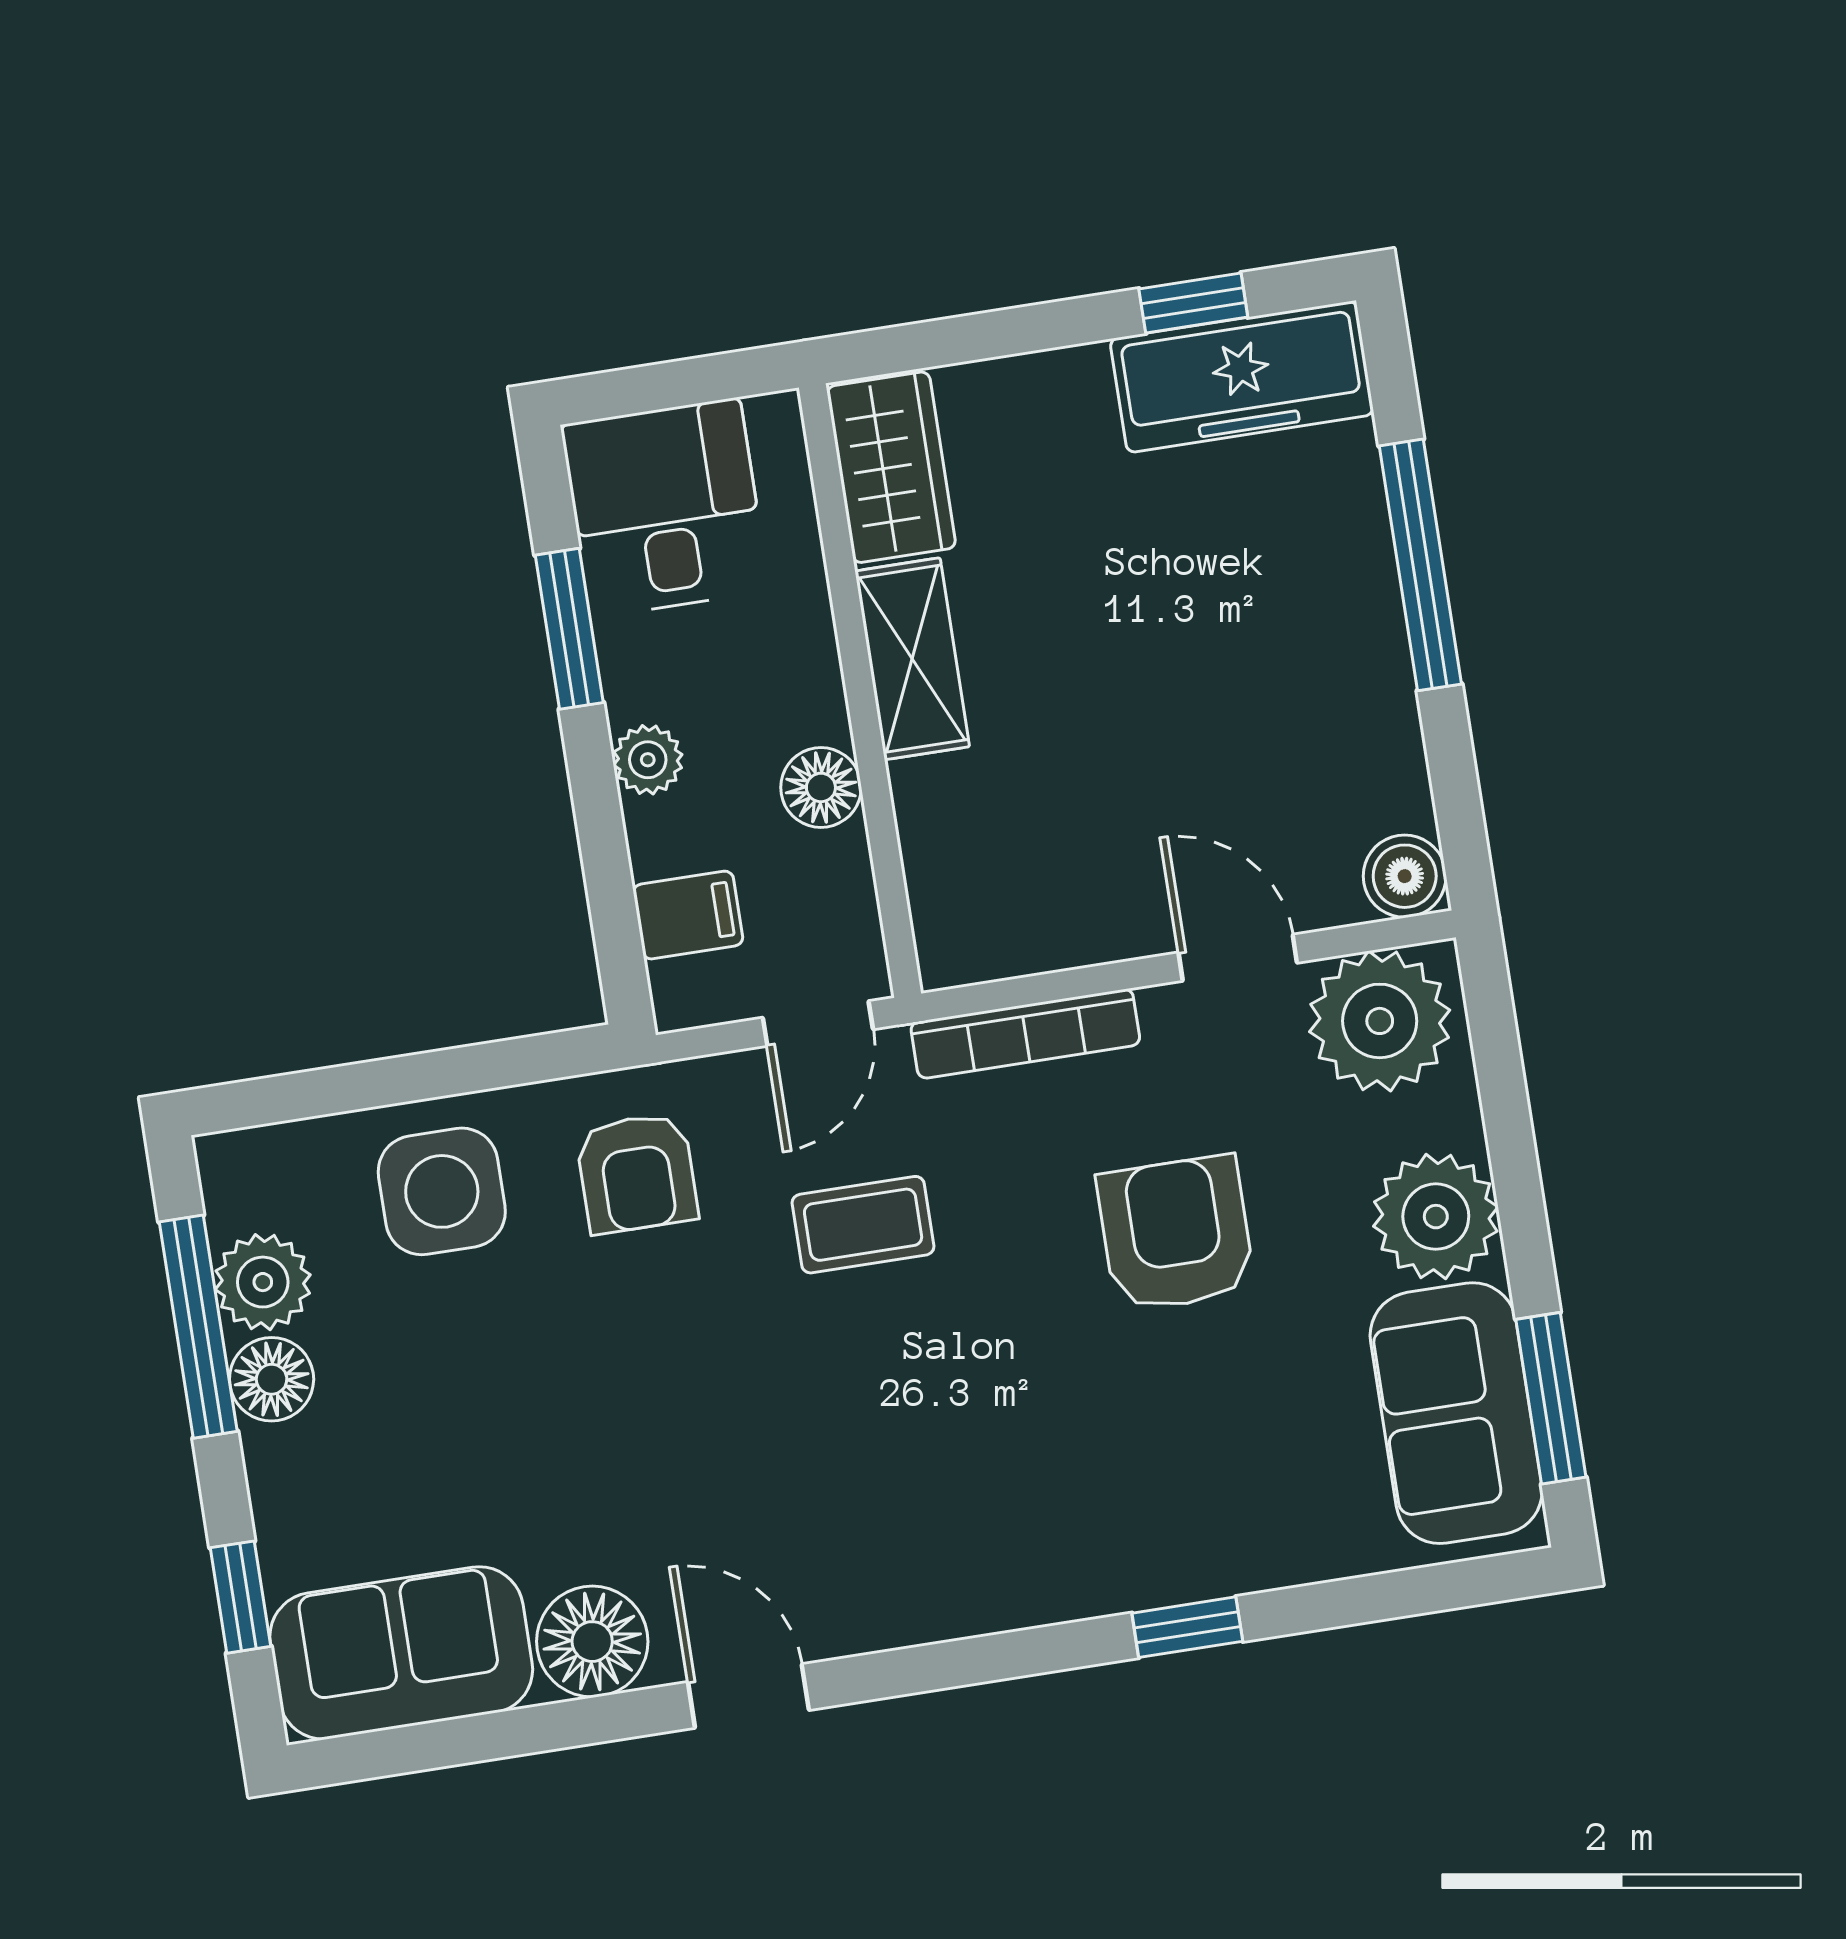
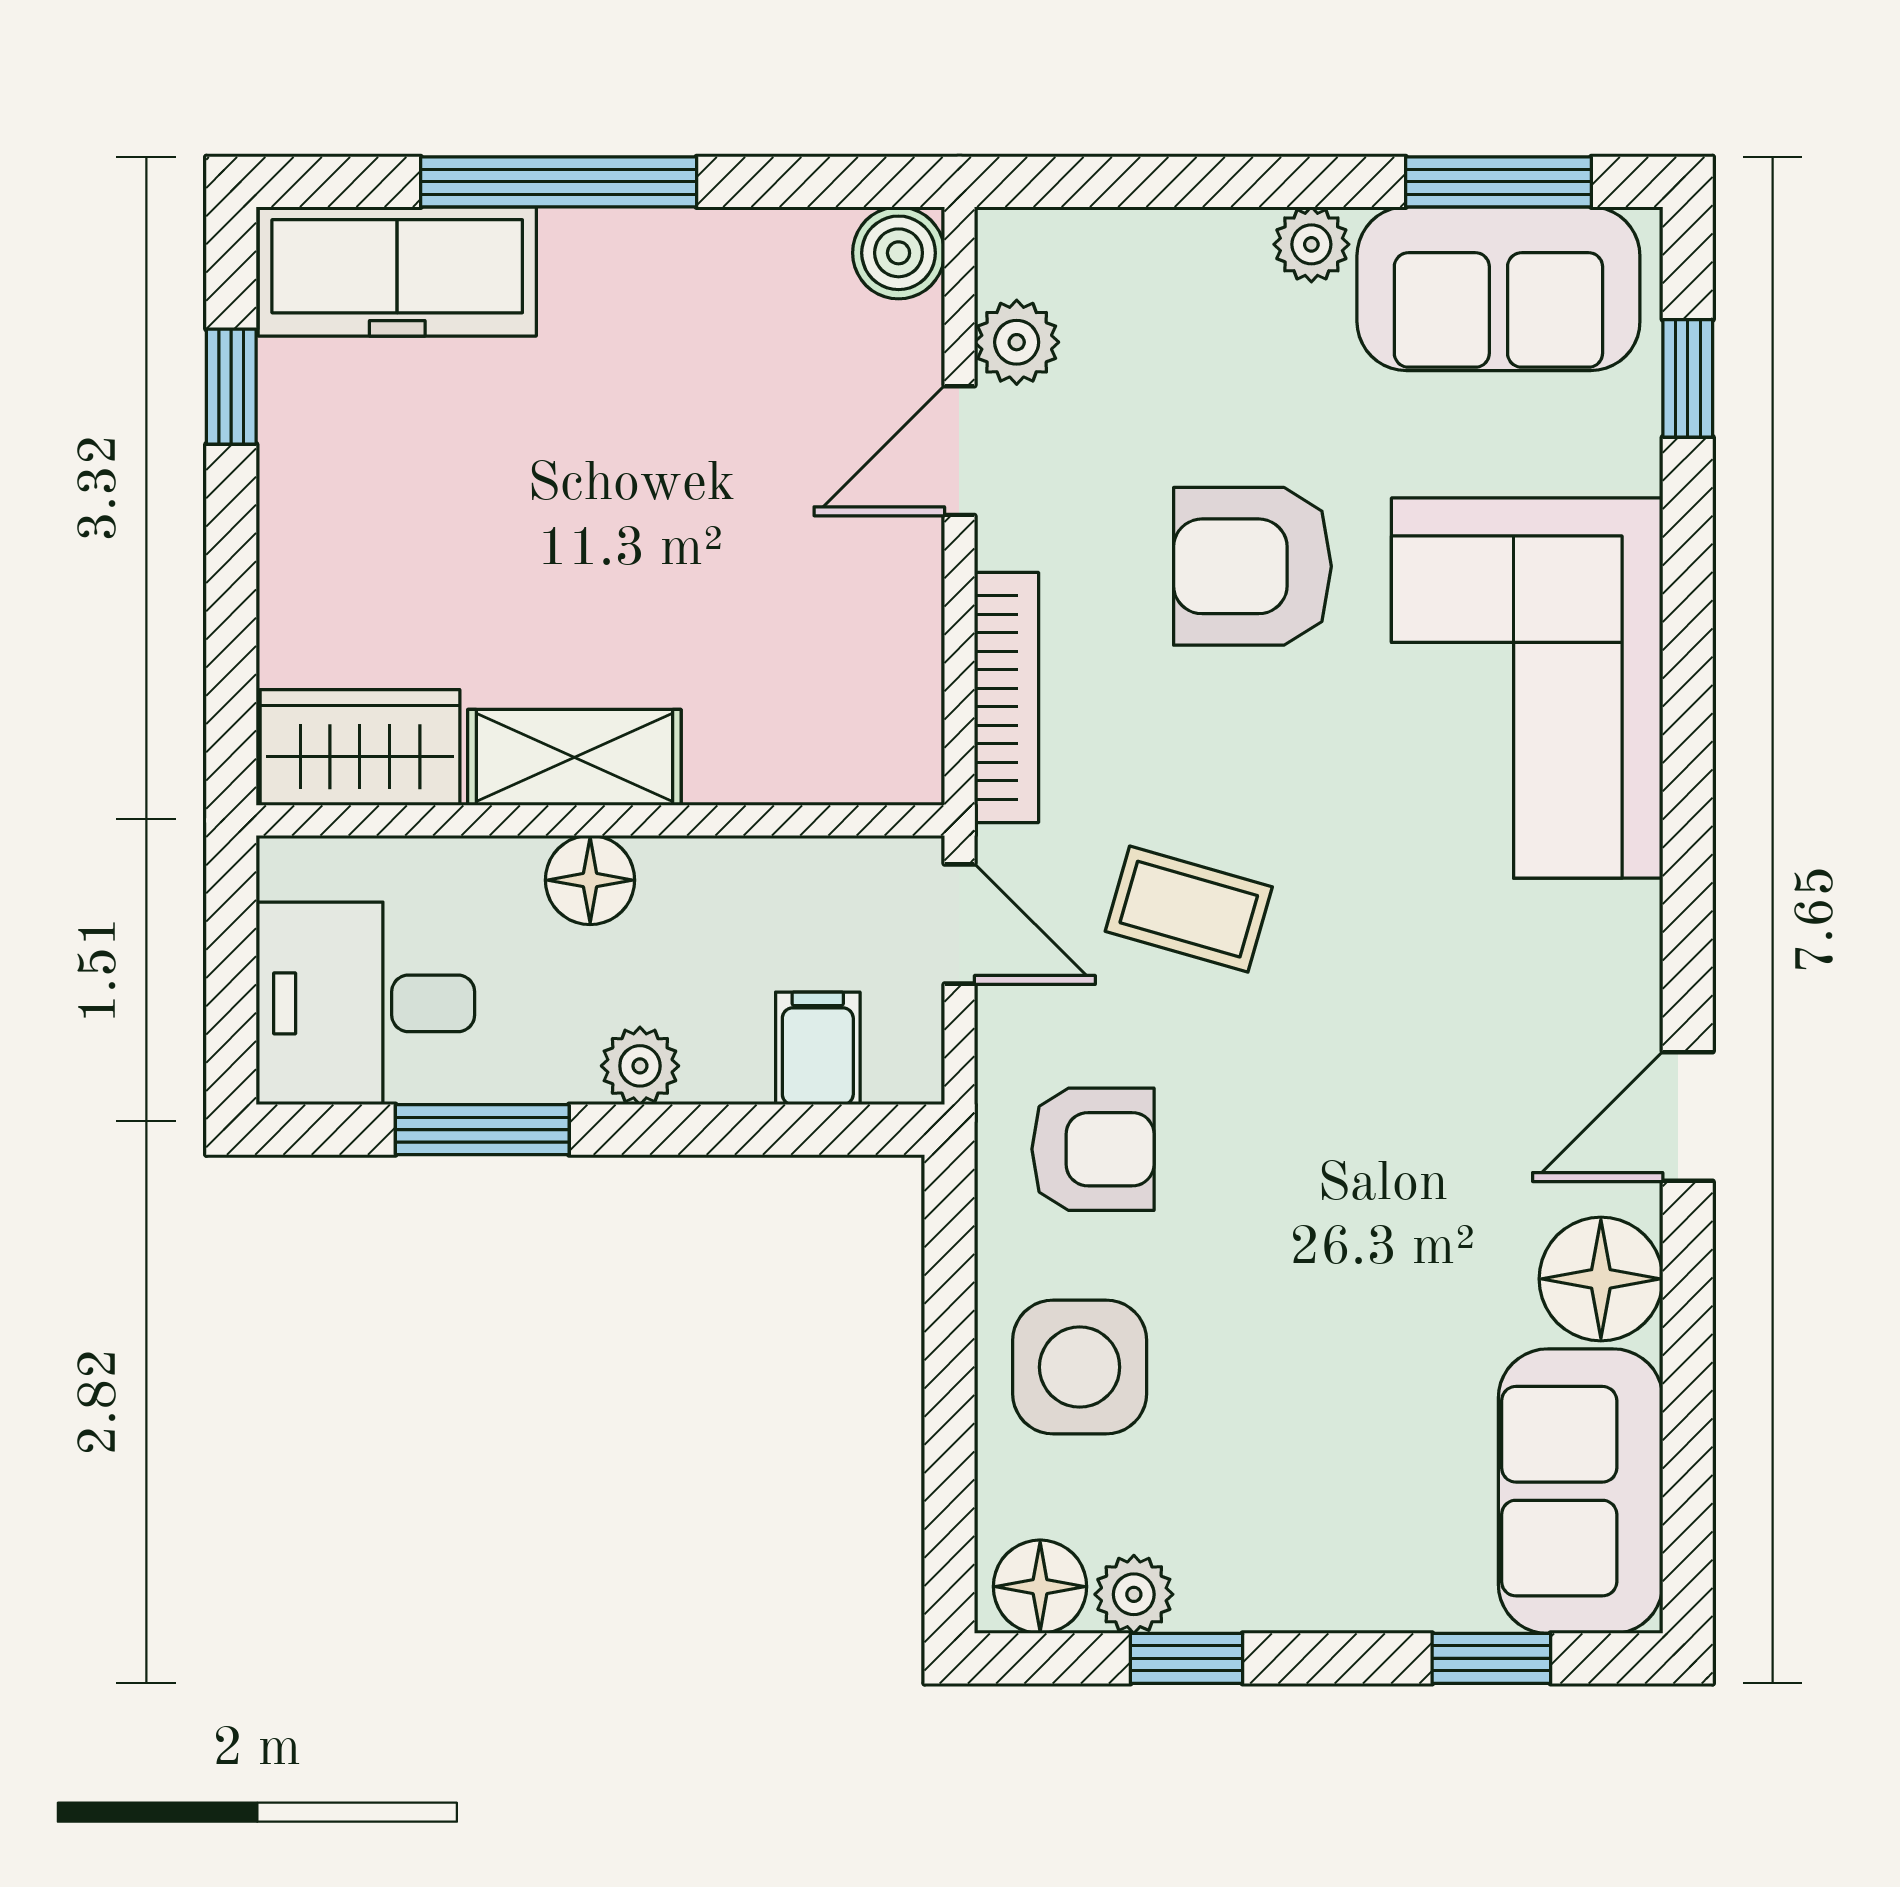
freezer: (1242, 377) -> (397, 271), moved, turned 90
floor lamp: (821, 787) -> (590, 880), moved
plant: (1380, 1021) -> (1017, 342), width x0.53, depth x0.53
plant: (1436, 1217) -> (1311, 244), width x0.53, depth x0.53
coffee table: (863, 1225) -> (1189, 909), turned -74
plant: (263, 1282) -> (1134, 1594), width x0.73, depth x0.73
window: (198, 1327) -> (1186, 1658), width x0.46
floor lamp: (272, 1379) -> (1040, 1587), moved
corner sofa: (1106, 1494) -> (1527, 688), added
window: (1187, 1627) -> (1688, 378), moved

